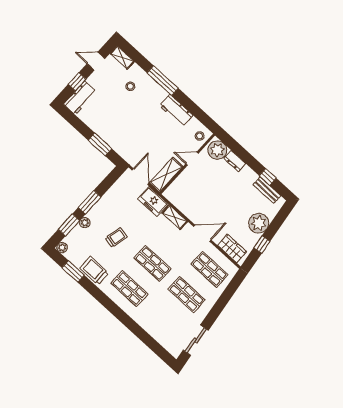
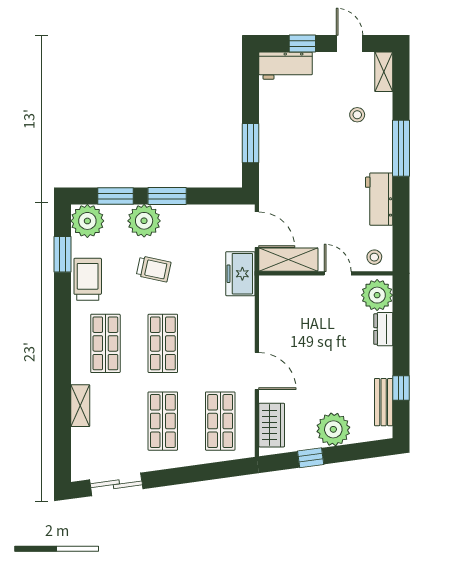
door: (140, 177) -> (257, 230), hinge flipped
shelving: (175, 217) -> (80, 406), moved
plant: (85, 223) -> (144, 221), width x1.88, depth x1.88
plant: (62, 248) -> (87, 221), width x1.87, depth x1.87

